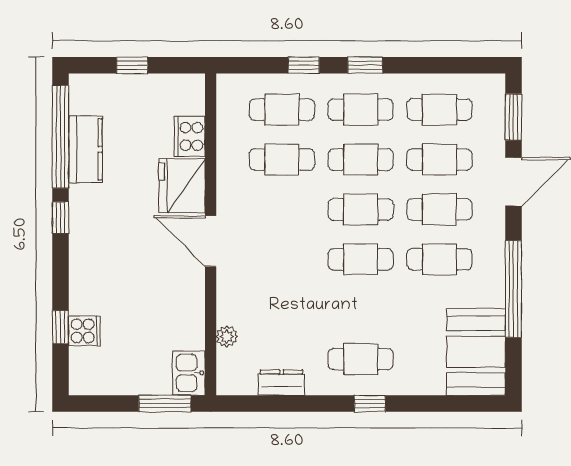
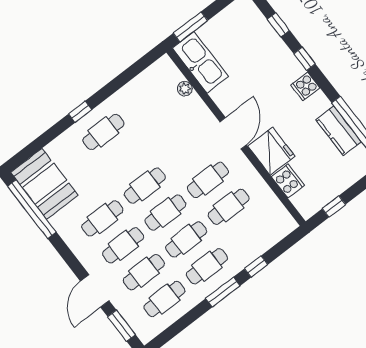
window: (132, 65) -> (334, 207), moved
window: (365, 65) -> (223, 292), width x1.50
cafe table: (282, 110) -> (208, 180), moved
window: (60, 218) -> (304, 59), moved
door: (211, 241) -> (233, 133), hinge flipped
window: (513, 289) -> (32, 209), moved
cooker: (84, 331) -> (305, 86), moved
kitchen sink: (189, 373) -> (200, 62), width x1.88, depth x1.24
dresser: (281, 382) -> (136, 87), removed

